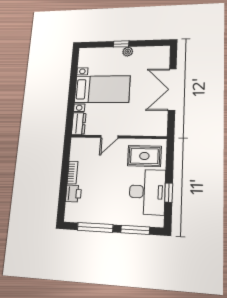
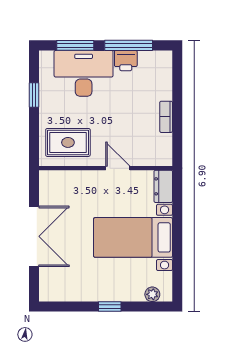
plant: (128, 52) -> (152, 294), moved
door: (109, 137) -> (118, 168), hinge flipped
desk: (147, 192) -> (84, 73), moved, turned 90
printer: (73, 194) -> (126, 61), moved, turned -90

